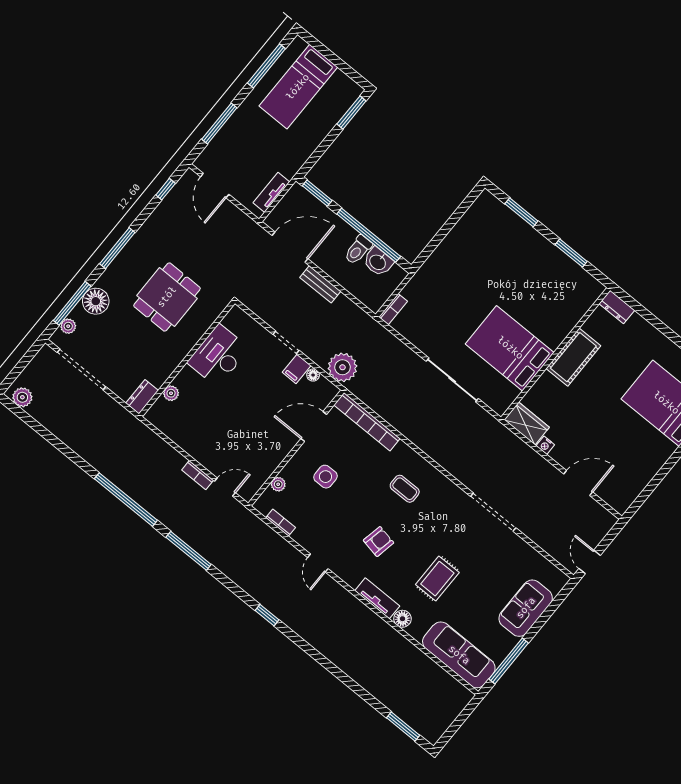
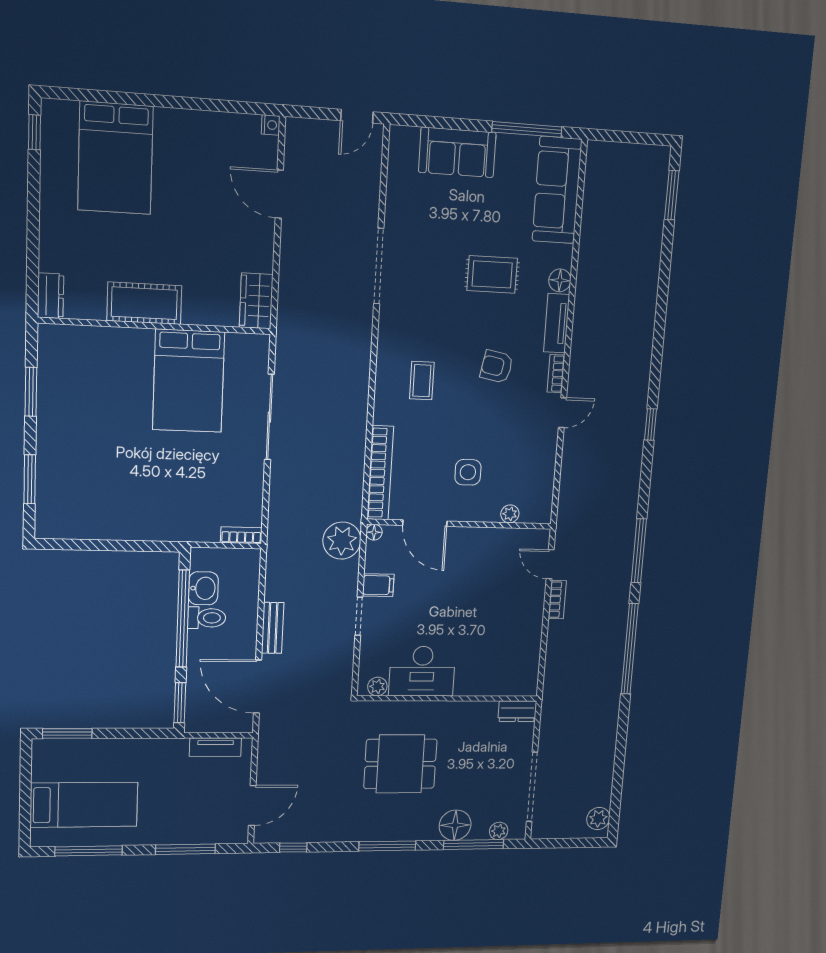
floor lamp: (313, 375) -> (374, 532), moved
plant: (171, 393) -> (377, 686), moved
nightstand: (545, 445) -> (271, 125), moved
bookcase: (281, 523) -> (556, 374), moved

